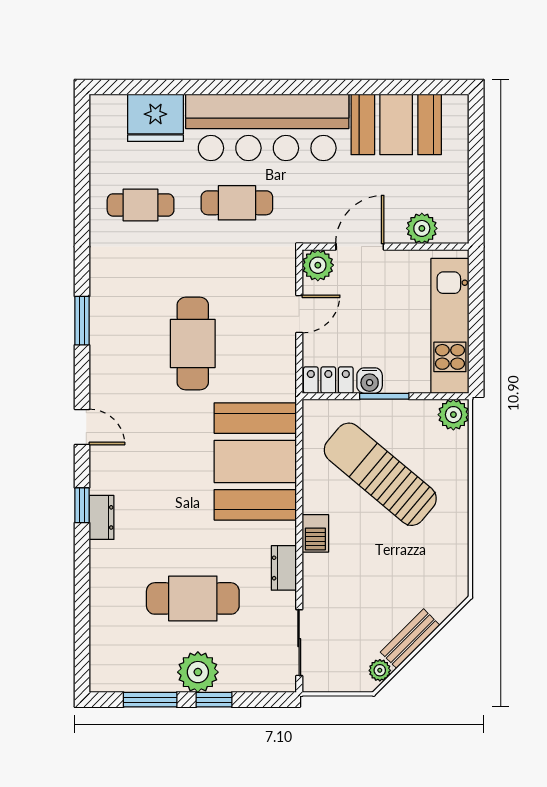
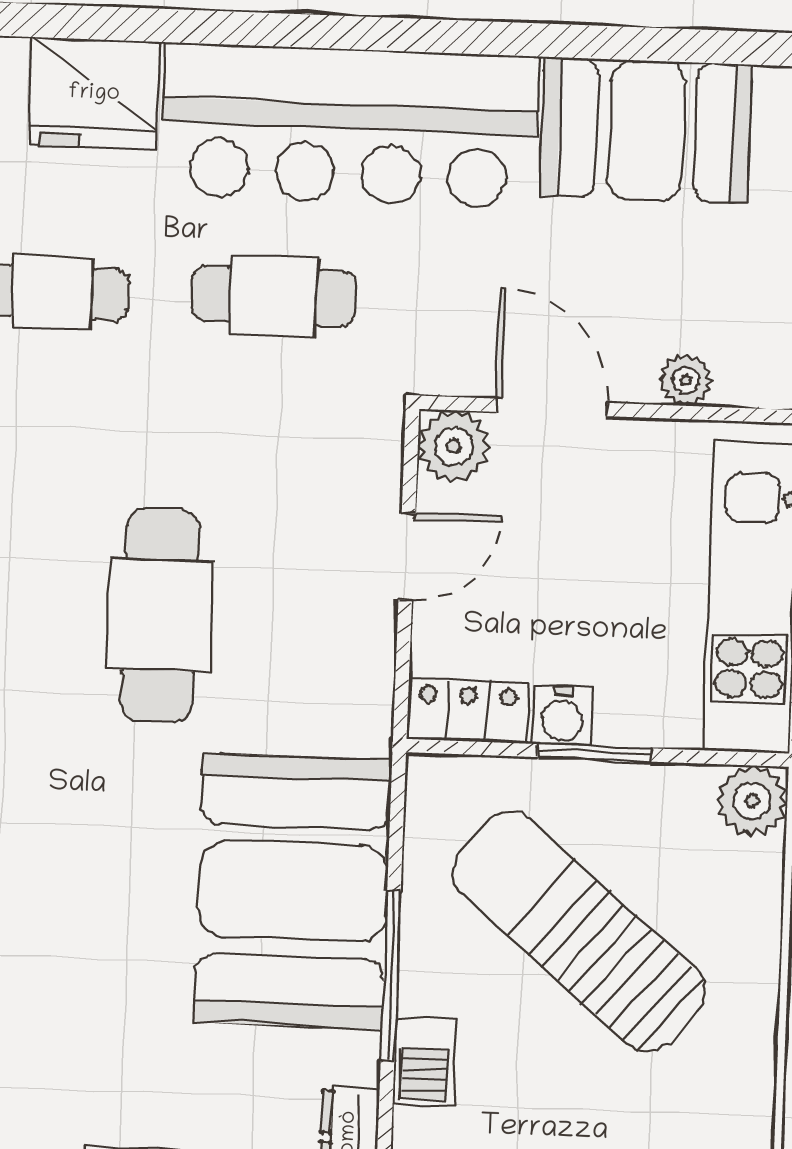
plant: (422, 228) -> (686, 380), width x0.73, depth x0.73
door: (360, 247) -> (552, 407), hinge flipped
window: (299, 497) -> (391, 976), added

